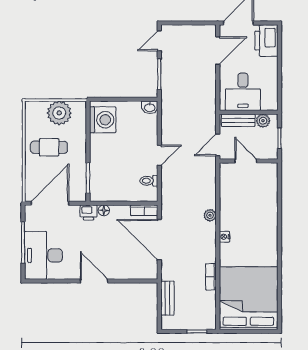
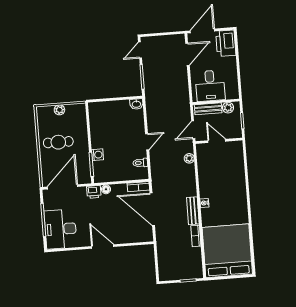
plant: (59, 113) -> (59, 110), width x0.53, depth x0.53
washing machine: (103, 120) -> (97, 155), moved, width x0.53, depth x0.53
plant: (210, 215) -> (189, 158), moved
bench: (167, 298) -> (193, 211), moved

